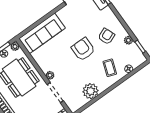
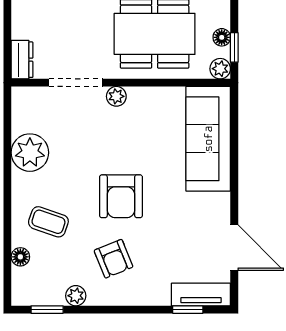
armchair: (83, 49) -> (121, 196), turned 90

